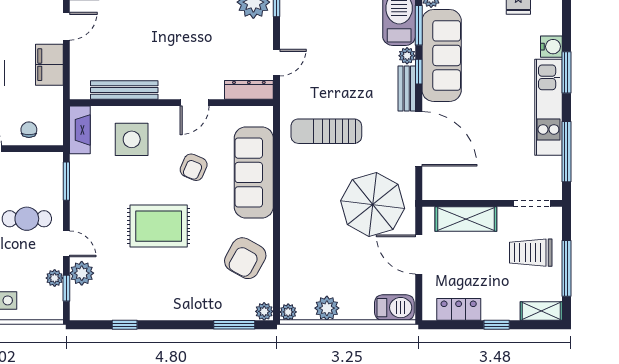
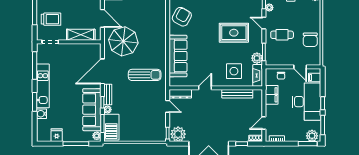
door: (276, 63) -> (168, 106), swing flipped
filing cabinet: (49, 65) -> (272, 95), moved
door: (419, 139) -> (102, 71), hinge flipped
armchair: (194, 167) -> (206, 58), removed
rug: (159, 226) -> (234, 33), moved
plant: (82, 273) -> (257, 58), moved

